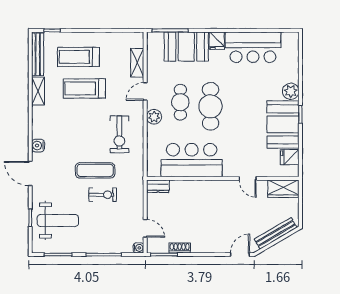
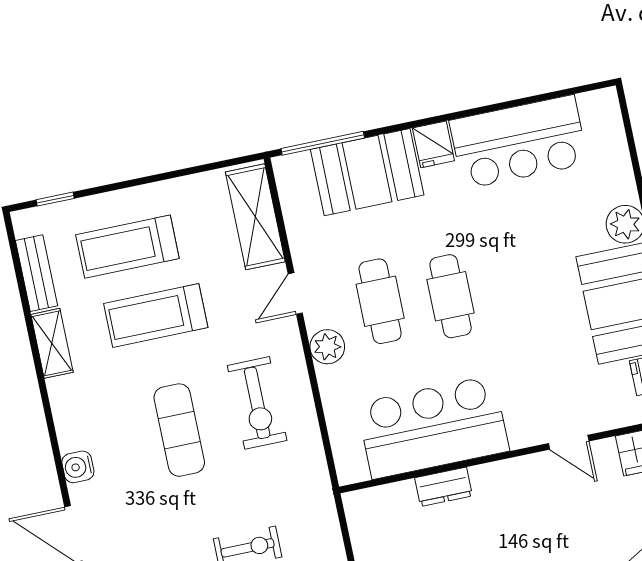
bench: (38, 54) -> (36, 273), width x0.73
shelving: (137, 63) -> (255, 217), width x1.50, depth x1.33
cafe table: (211, 106) -> (451, 296), width x0.73, depth x0.74
exercise mat: (95, 170) -> (179, 430), moved, turned 90
dresser: (158, 186) -> (444, 487), moved

